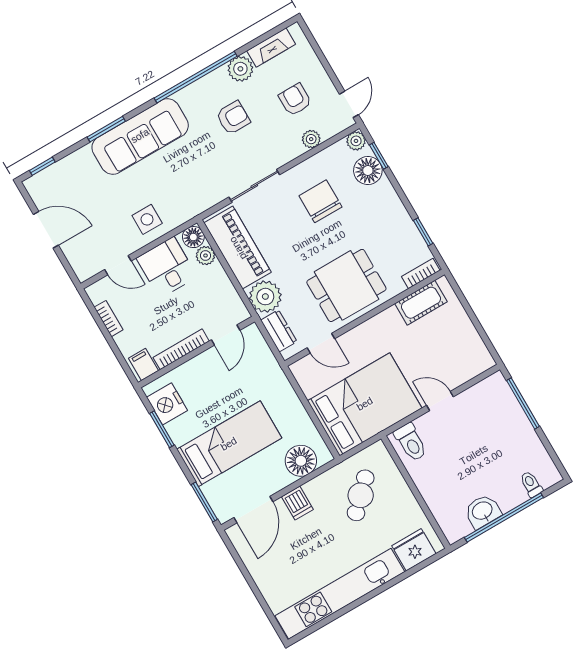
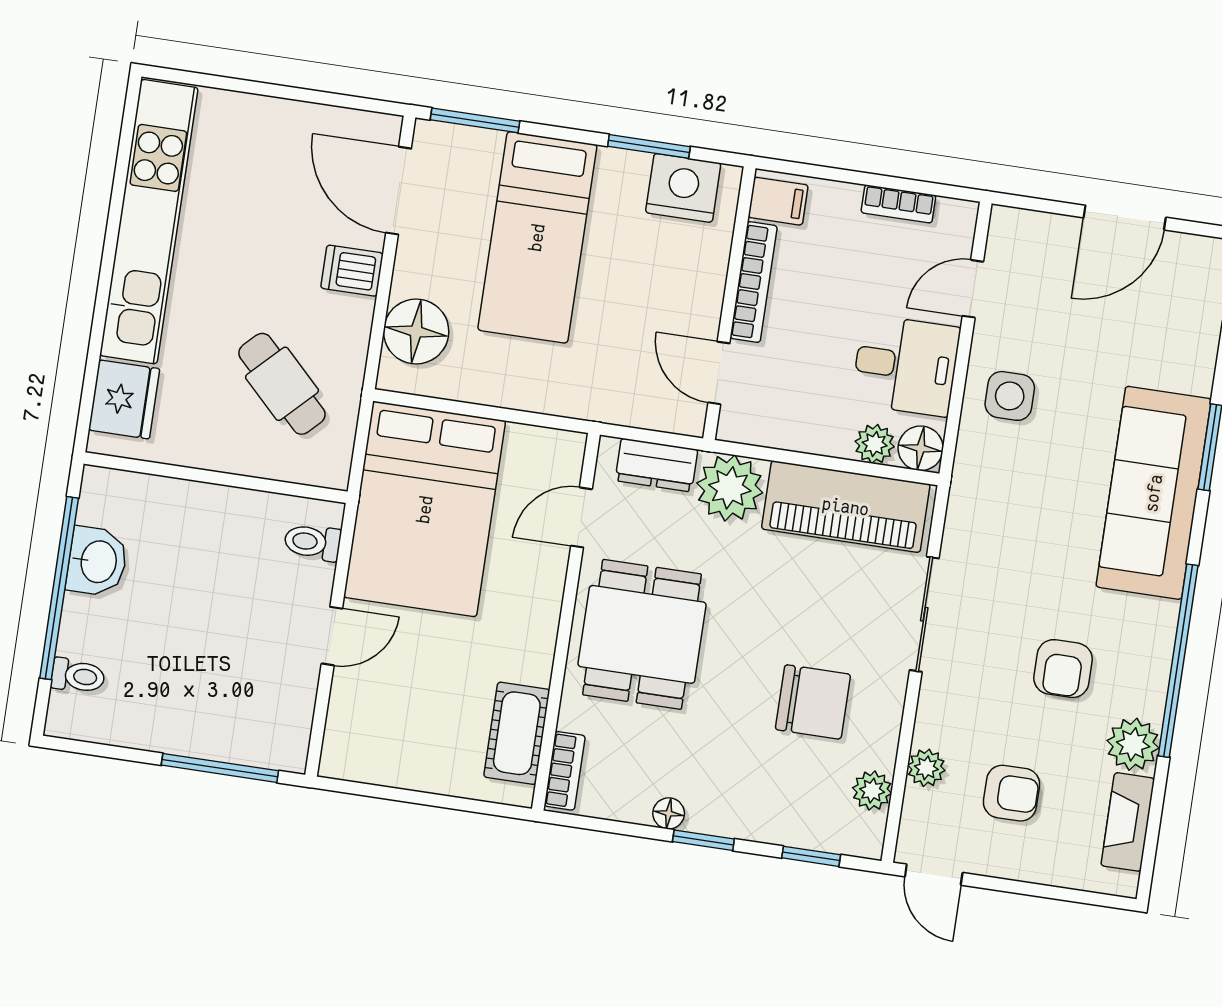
plant: (356, 141) -> (872, 791), moved
floor lamp: (368, 170) -> (669, 813), moved, width x0.53, depth x0.53
window: (423, 232) -> (703, 840), moved
toilet: (411, 442) -> (313, 542), width x0.73, depth x0.72

